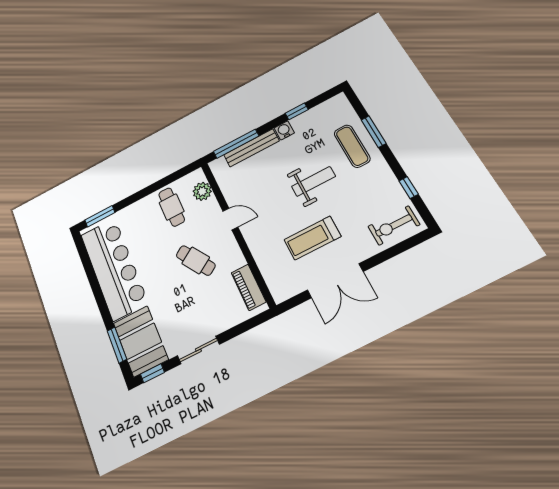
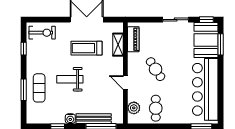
treadmill: (312, 238) -> (87, 48), turned 180
shelving: (267, 267) -> (118, 45), added

